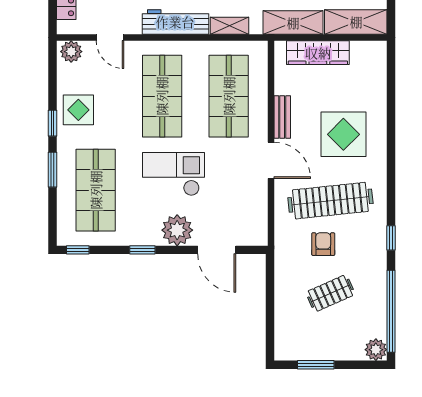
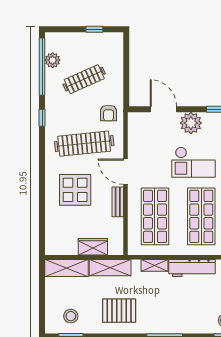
wardrobe: (318, 53) -> (93, 247), width x0.67
armchair: (323, 244) -> (109, 113), moved
clothes rail: (330, 293) -> (84, 79), width x1.36
plant: (376, 350) -> (53, 60), moved
window: (316, 365) -> (94, 29), width x0.67

